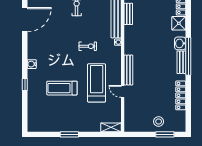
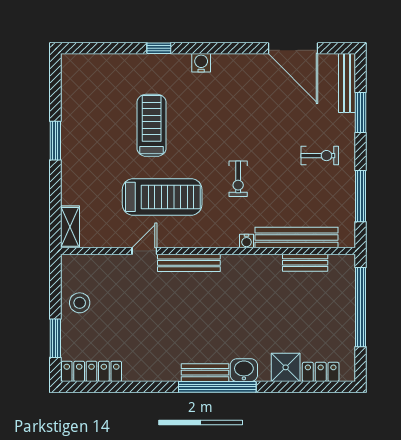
locker: (181, 95) -> (91, 371), moved
stool: (159, 122) -> (80, 303), moved

